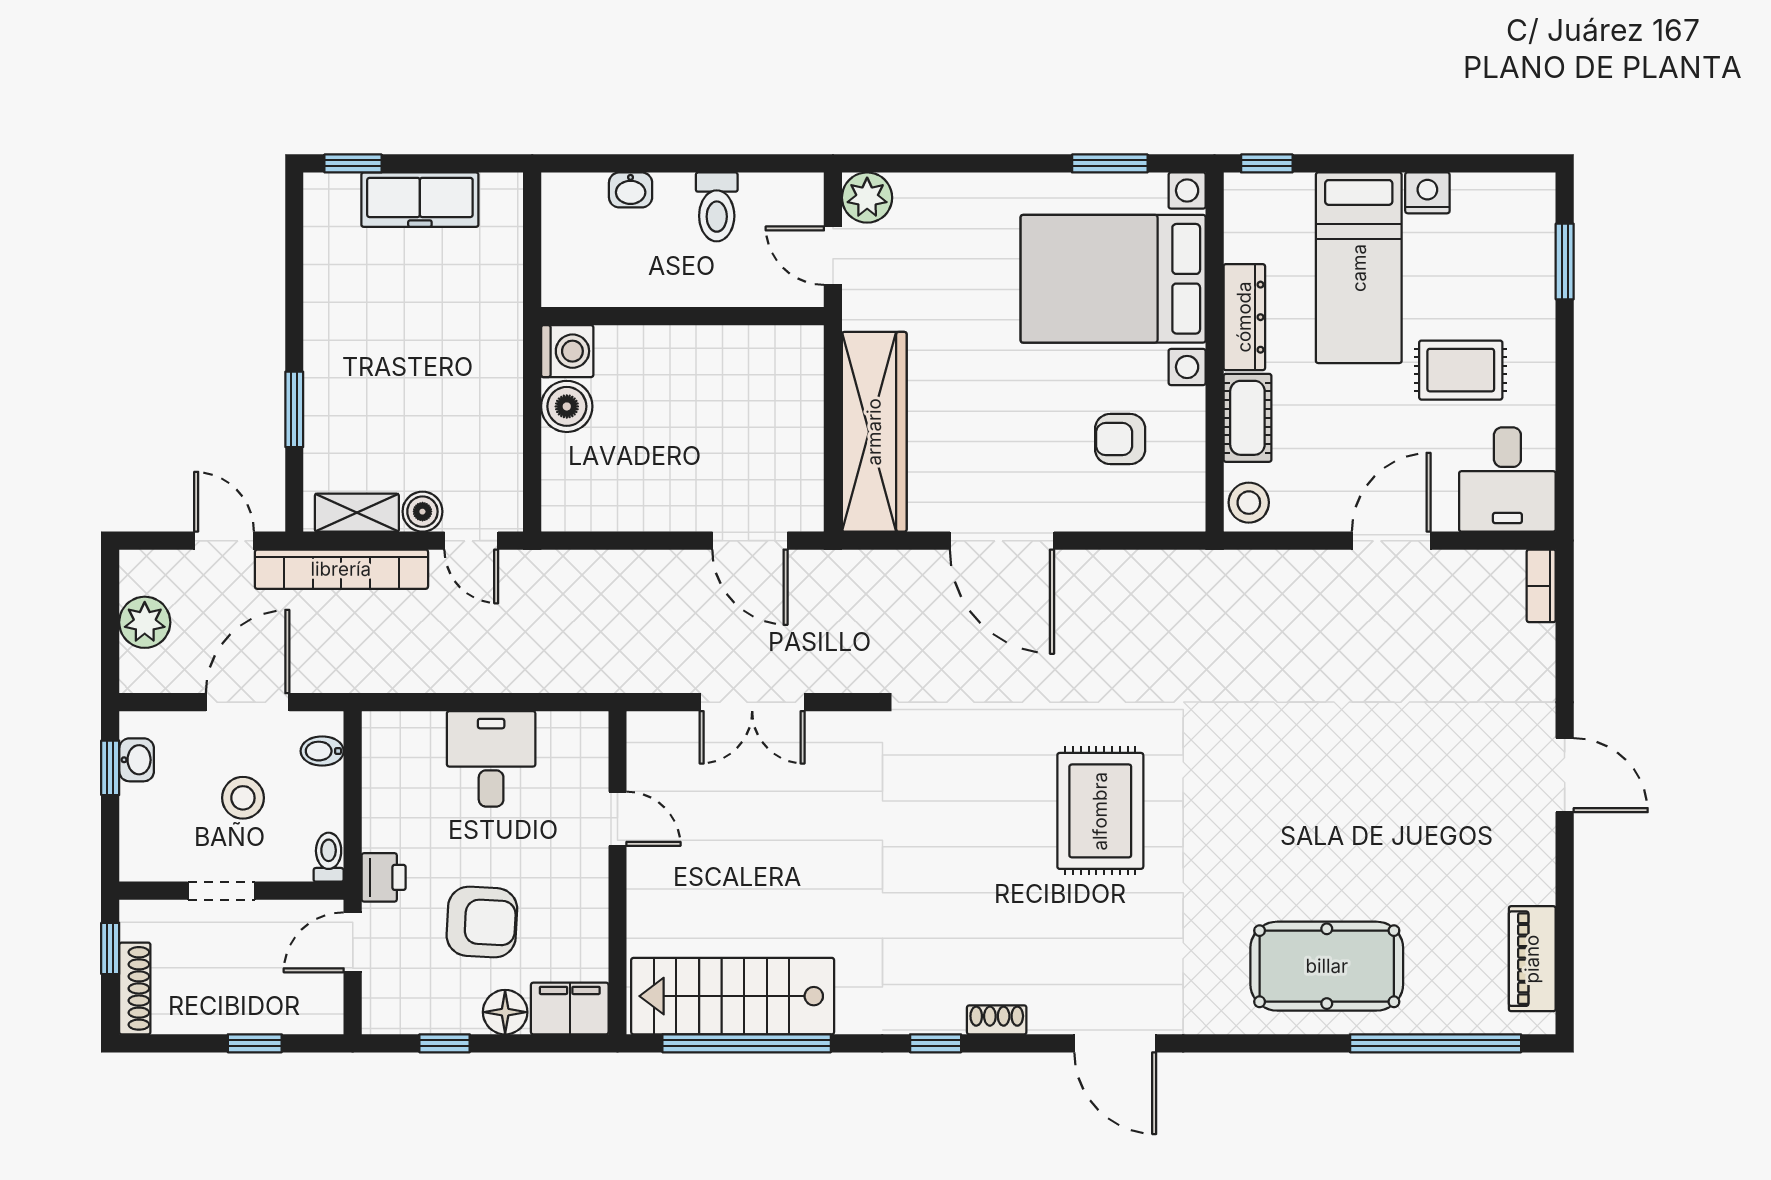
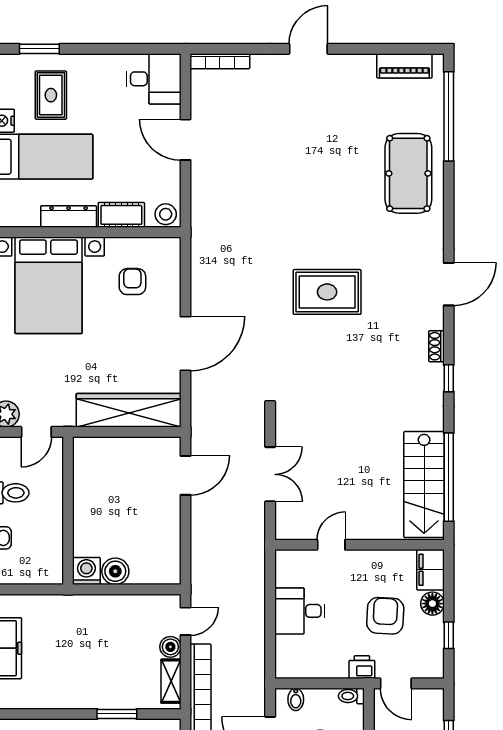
rug: (1461, 370) -> (51, 95), moved
armchair: (1120, 439) -> (132, 282), turned 180
bookcase: (1541, 586) -> (220, 61), width x1.56

